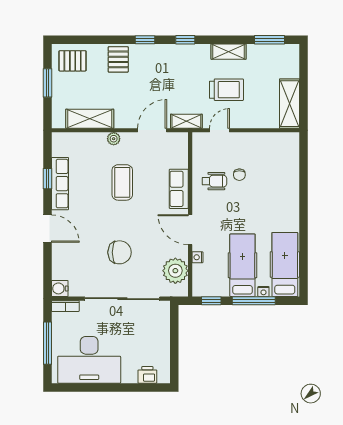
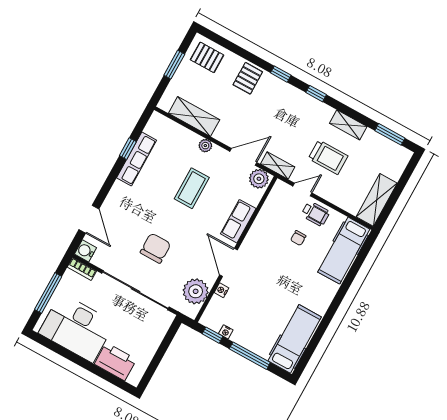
plant: (176, 142) -> (259, 179), added
wheelchair: (214, 181) -> (315, 214), moved
door: (47, 229) -> (89, 219), moved
chair: (120, 252) -> (155, 248), turned -90
hospital bed: (242, 265) -> (344, 251), moved, turned 180
nightstand: (263, 292) -> (226, 332), moved
printer: (147, 375) -> (115, 362), width x1.87, depth x1.48

